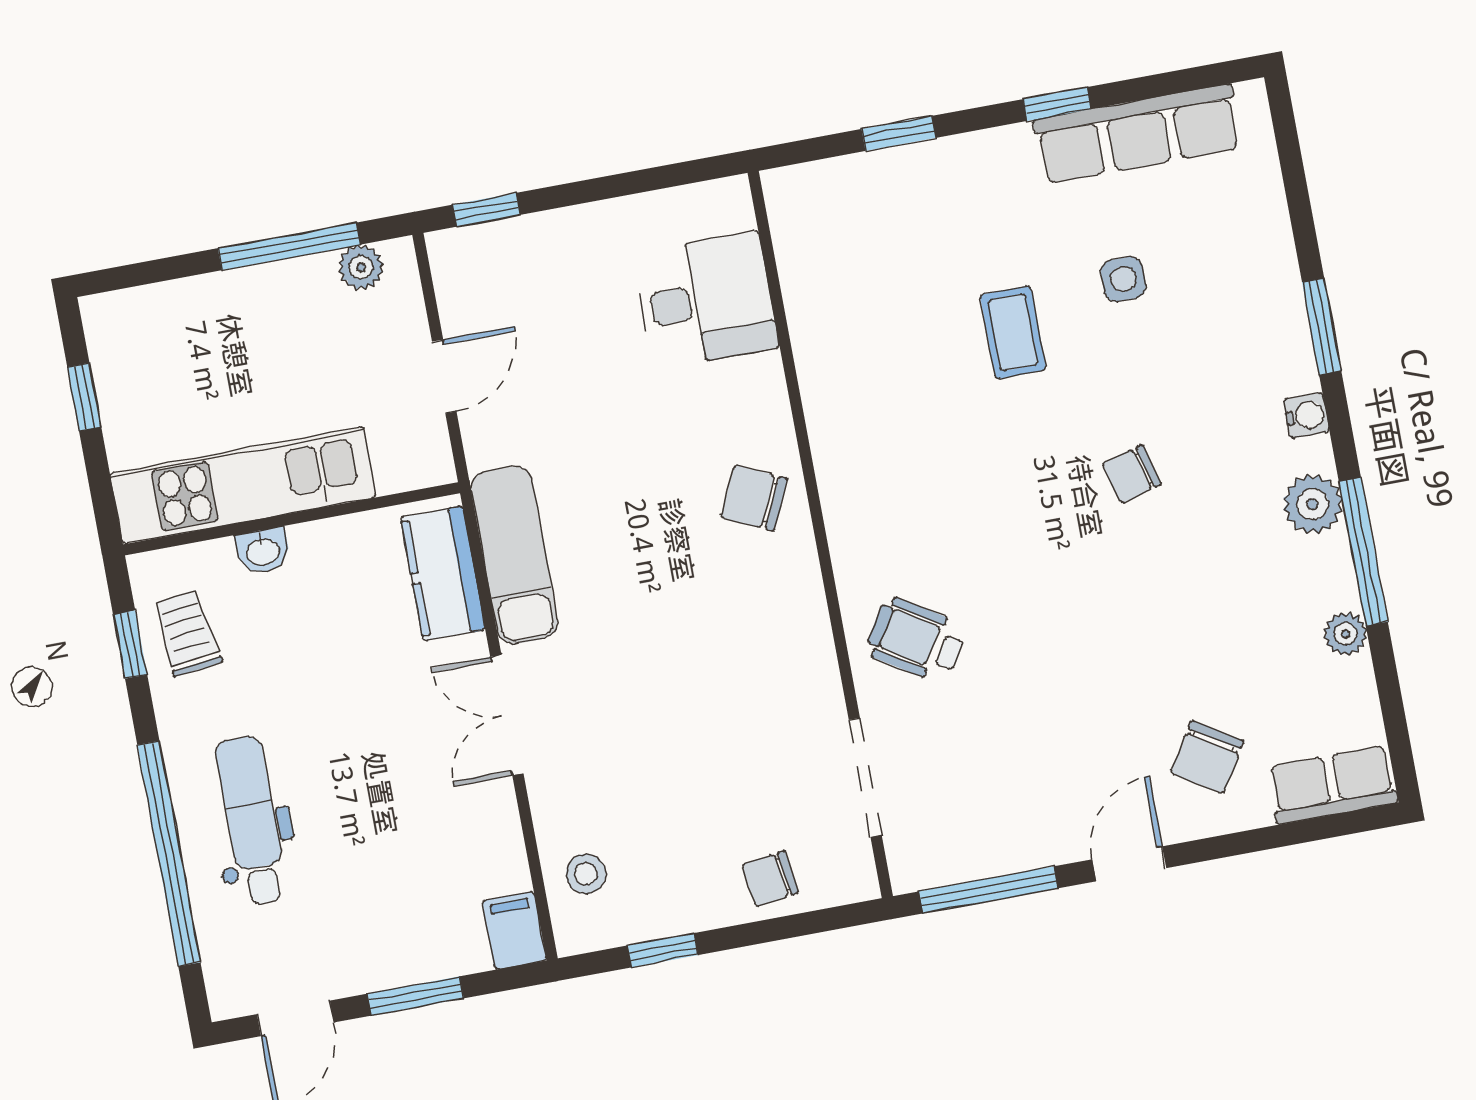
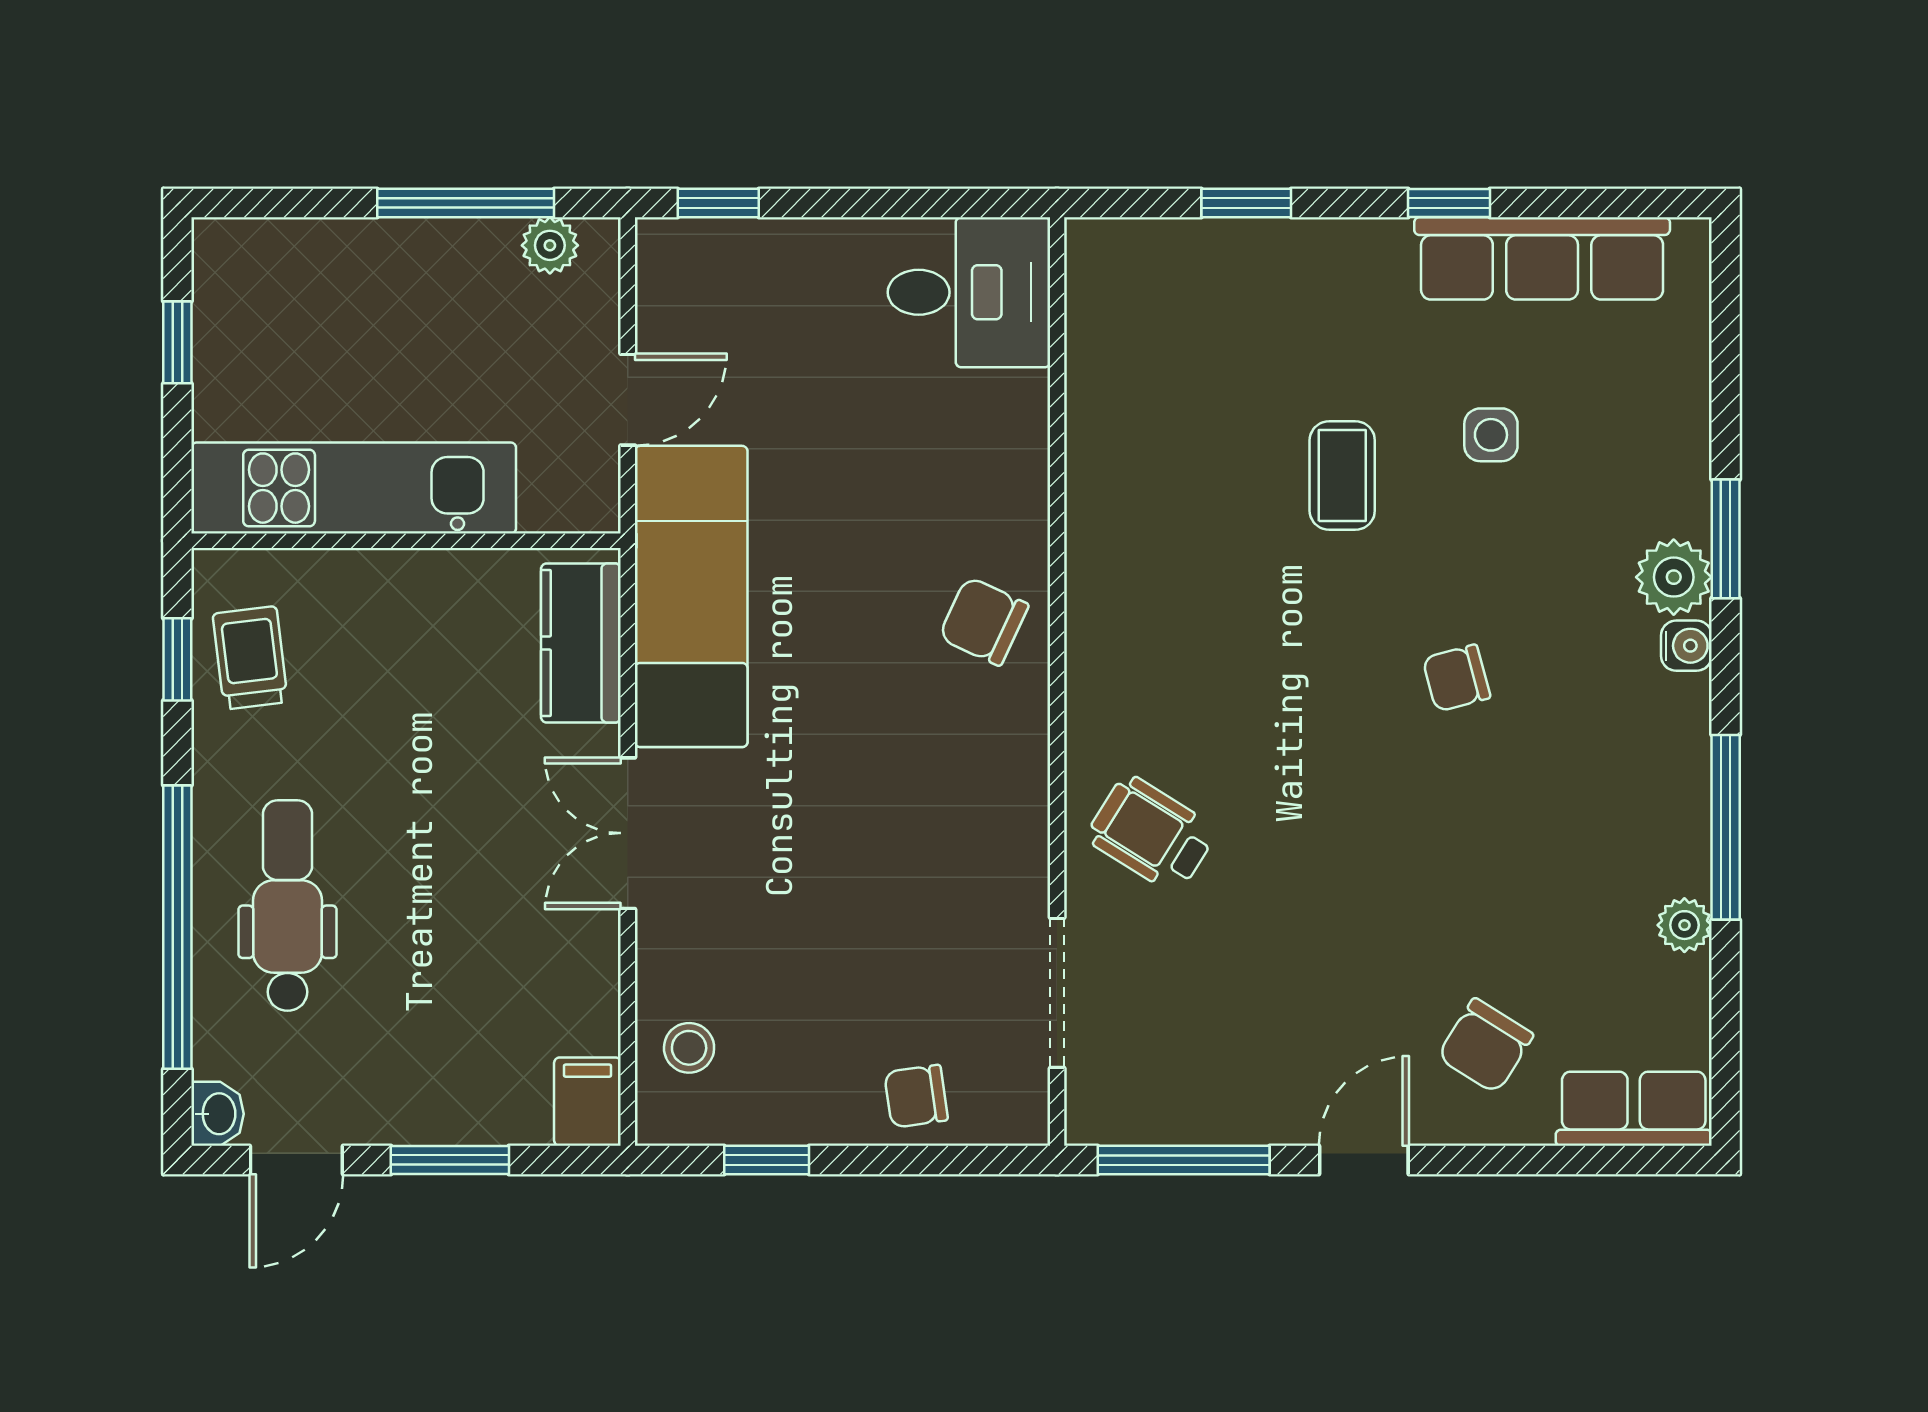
desk: (706, 300) -> (969, 292), moved
plant: (1313, 504) -> (1674, 577), moved
washbasin: (263, 551) -> (217, 1114), moved, turned -90
exam couch: (514, 555) -> (691, 596), width x1.36, depth x1.45

